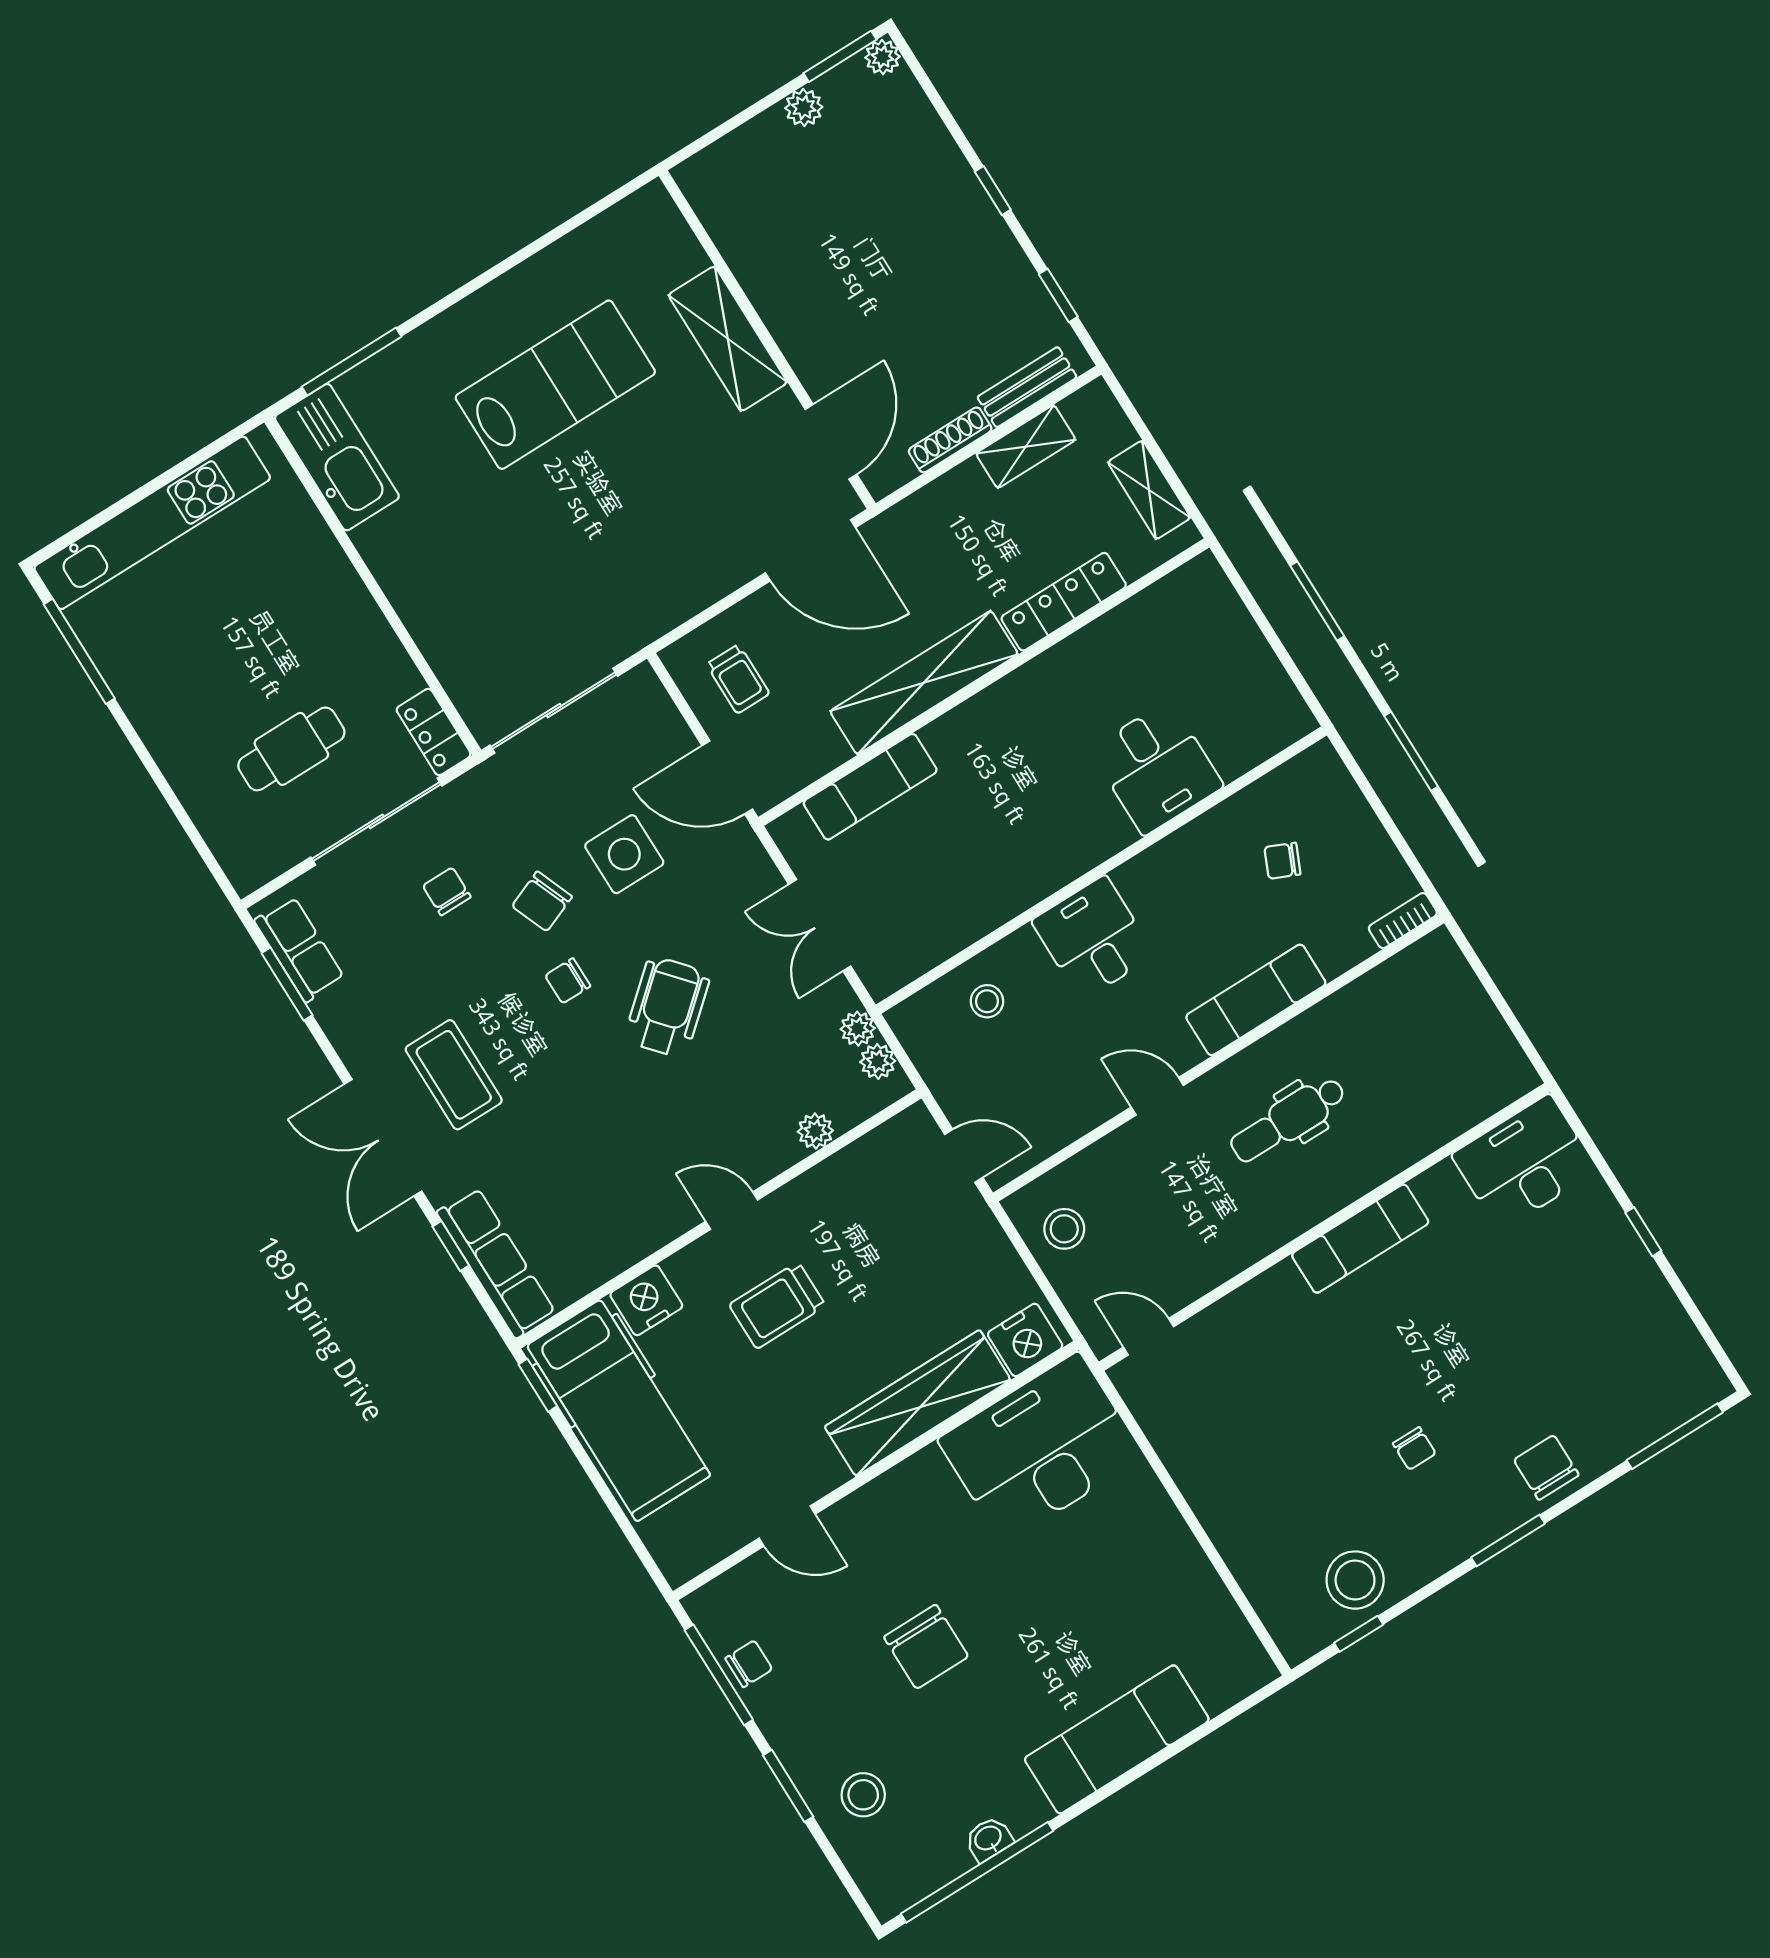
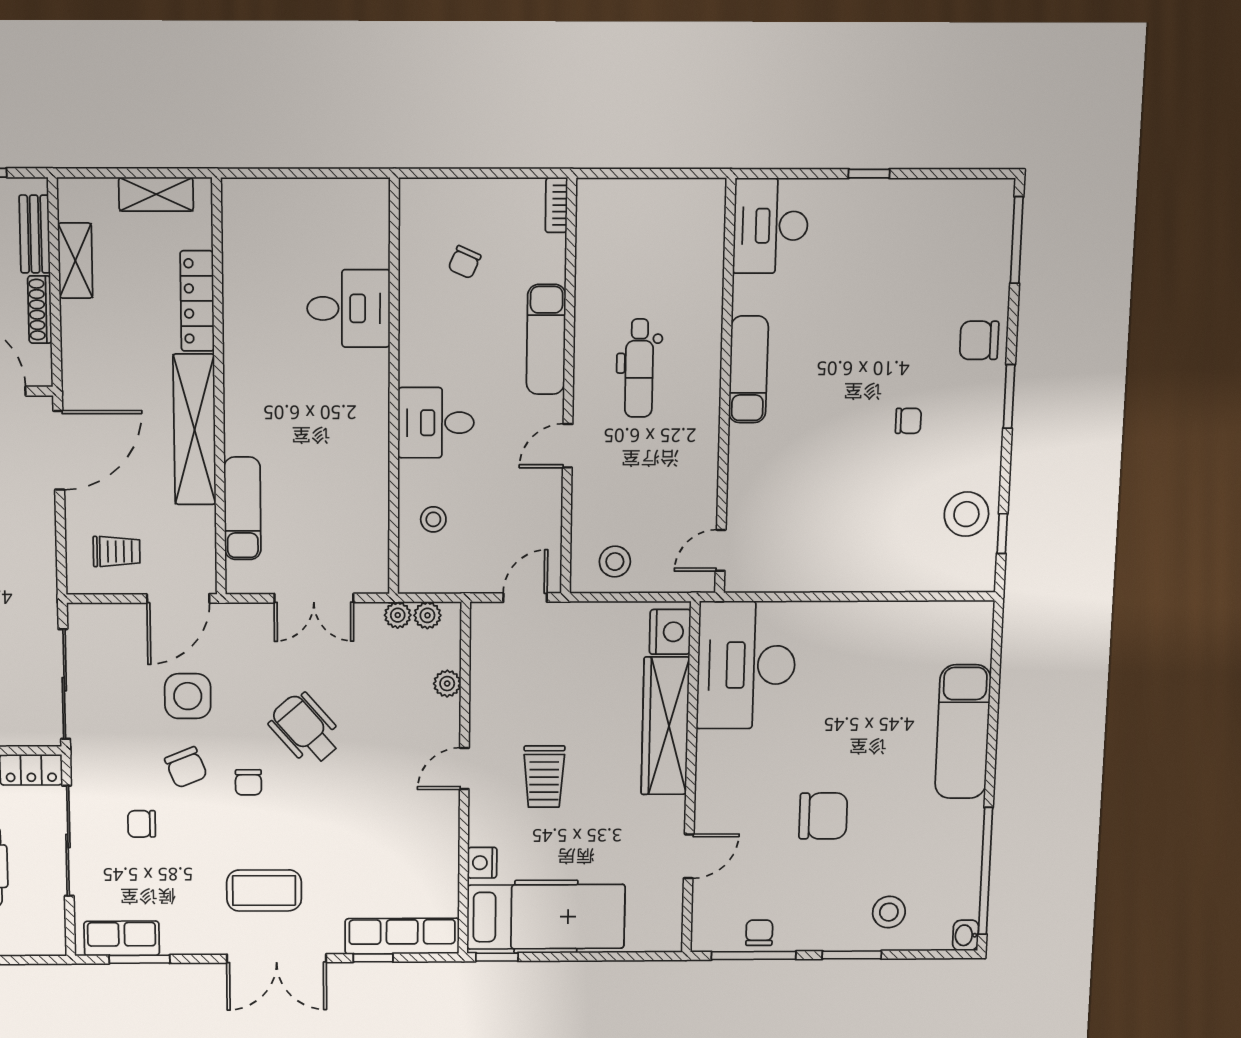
nightstand: (646, 1300) -> (482, 863), width x0.74, depth x0.75
washbasin: (988, 1839) -> (966, 935), moved

